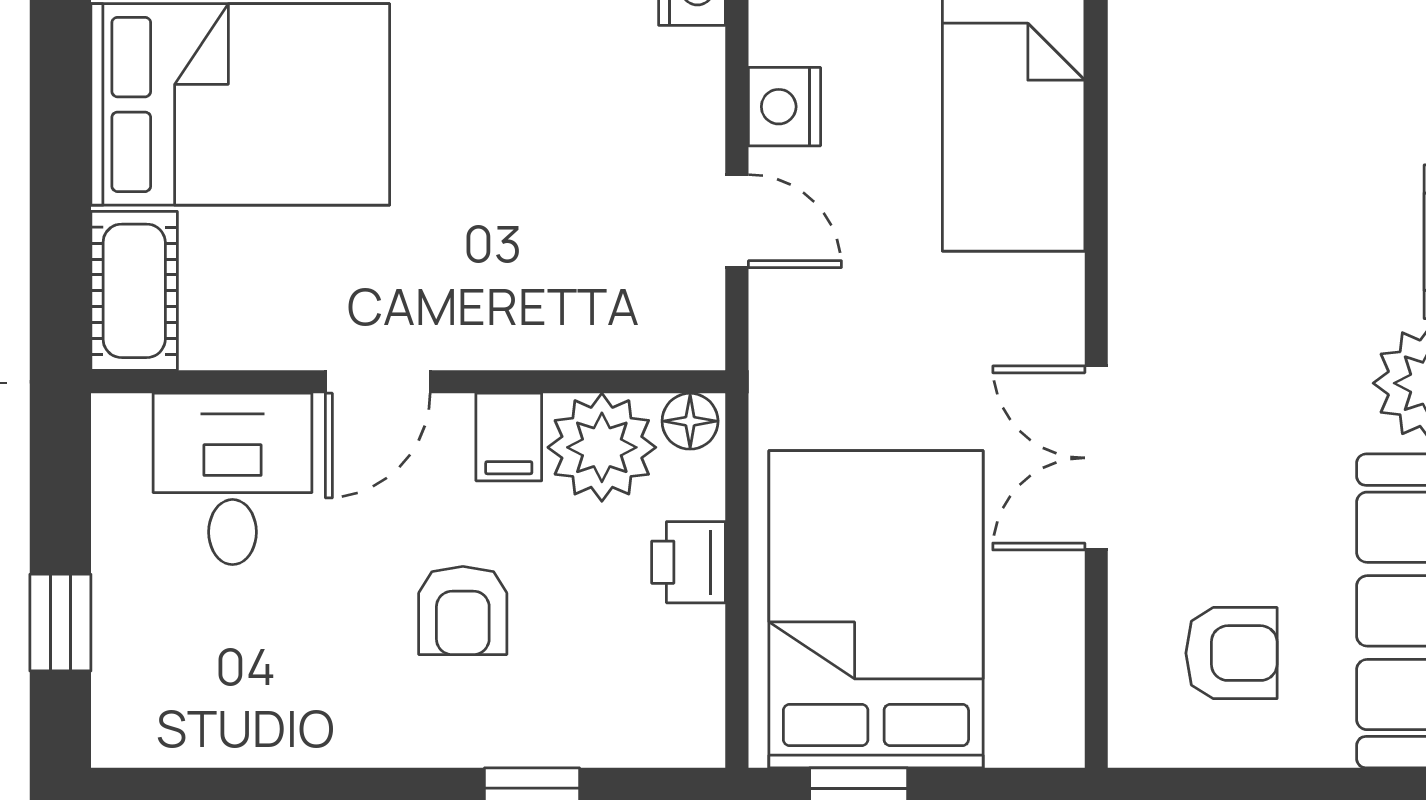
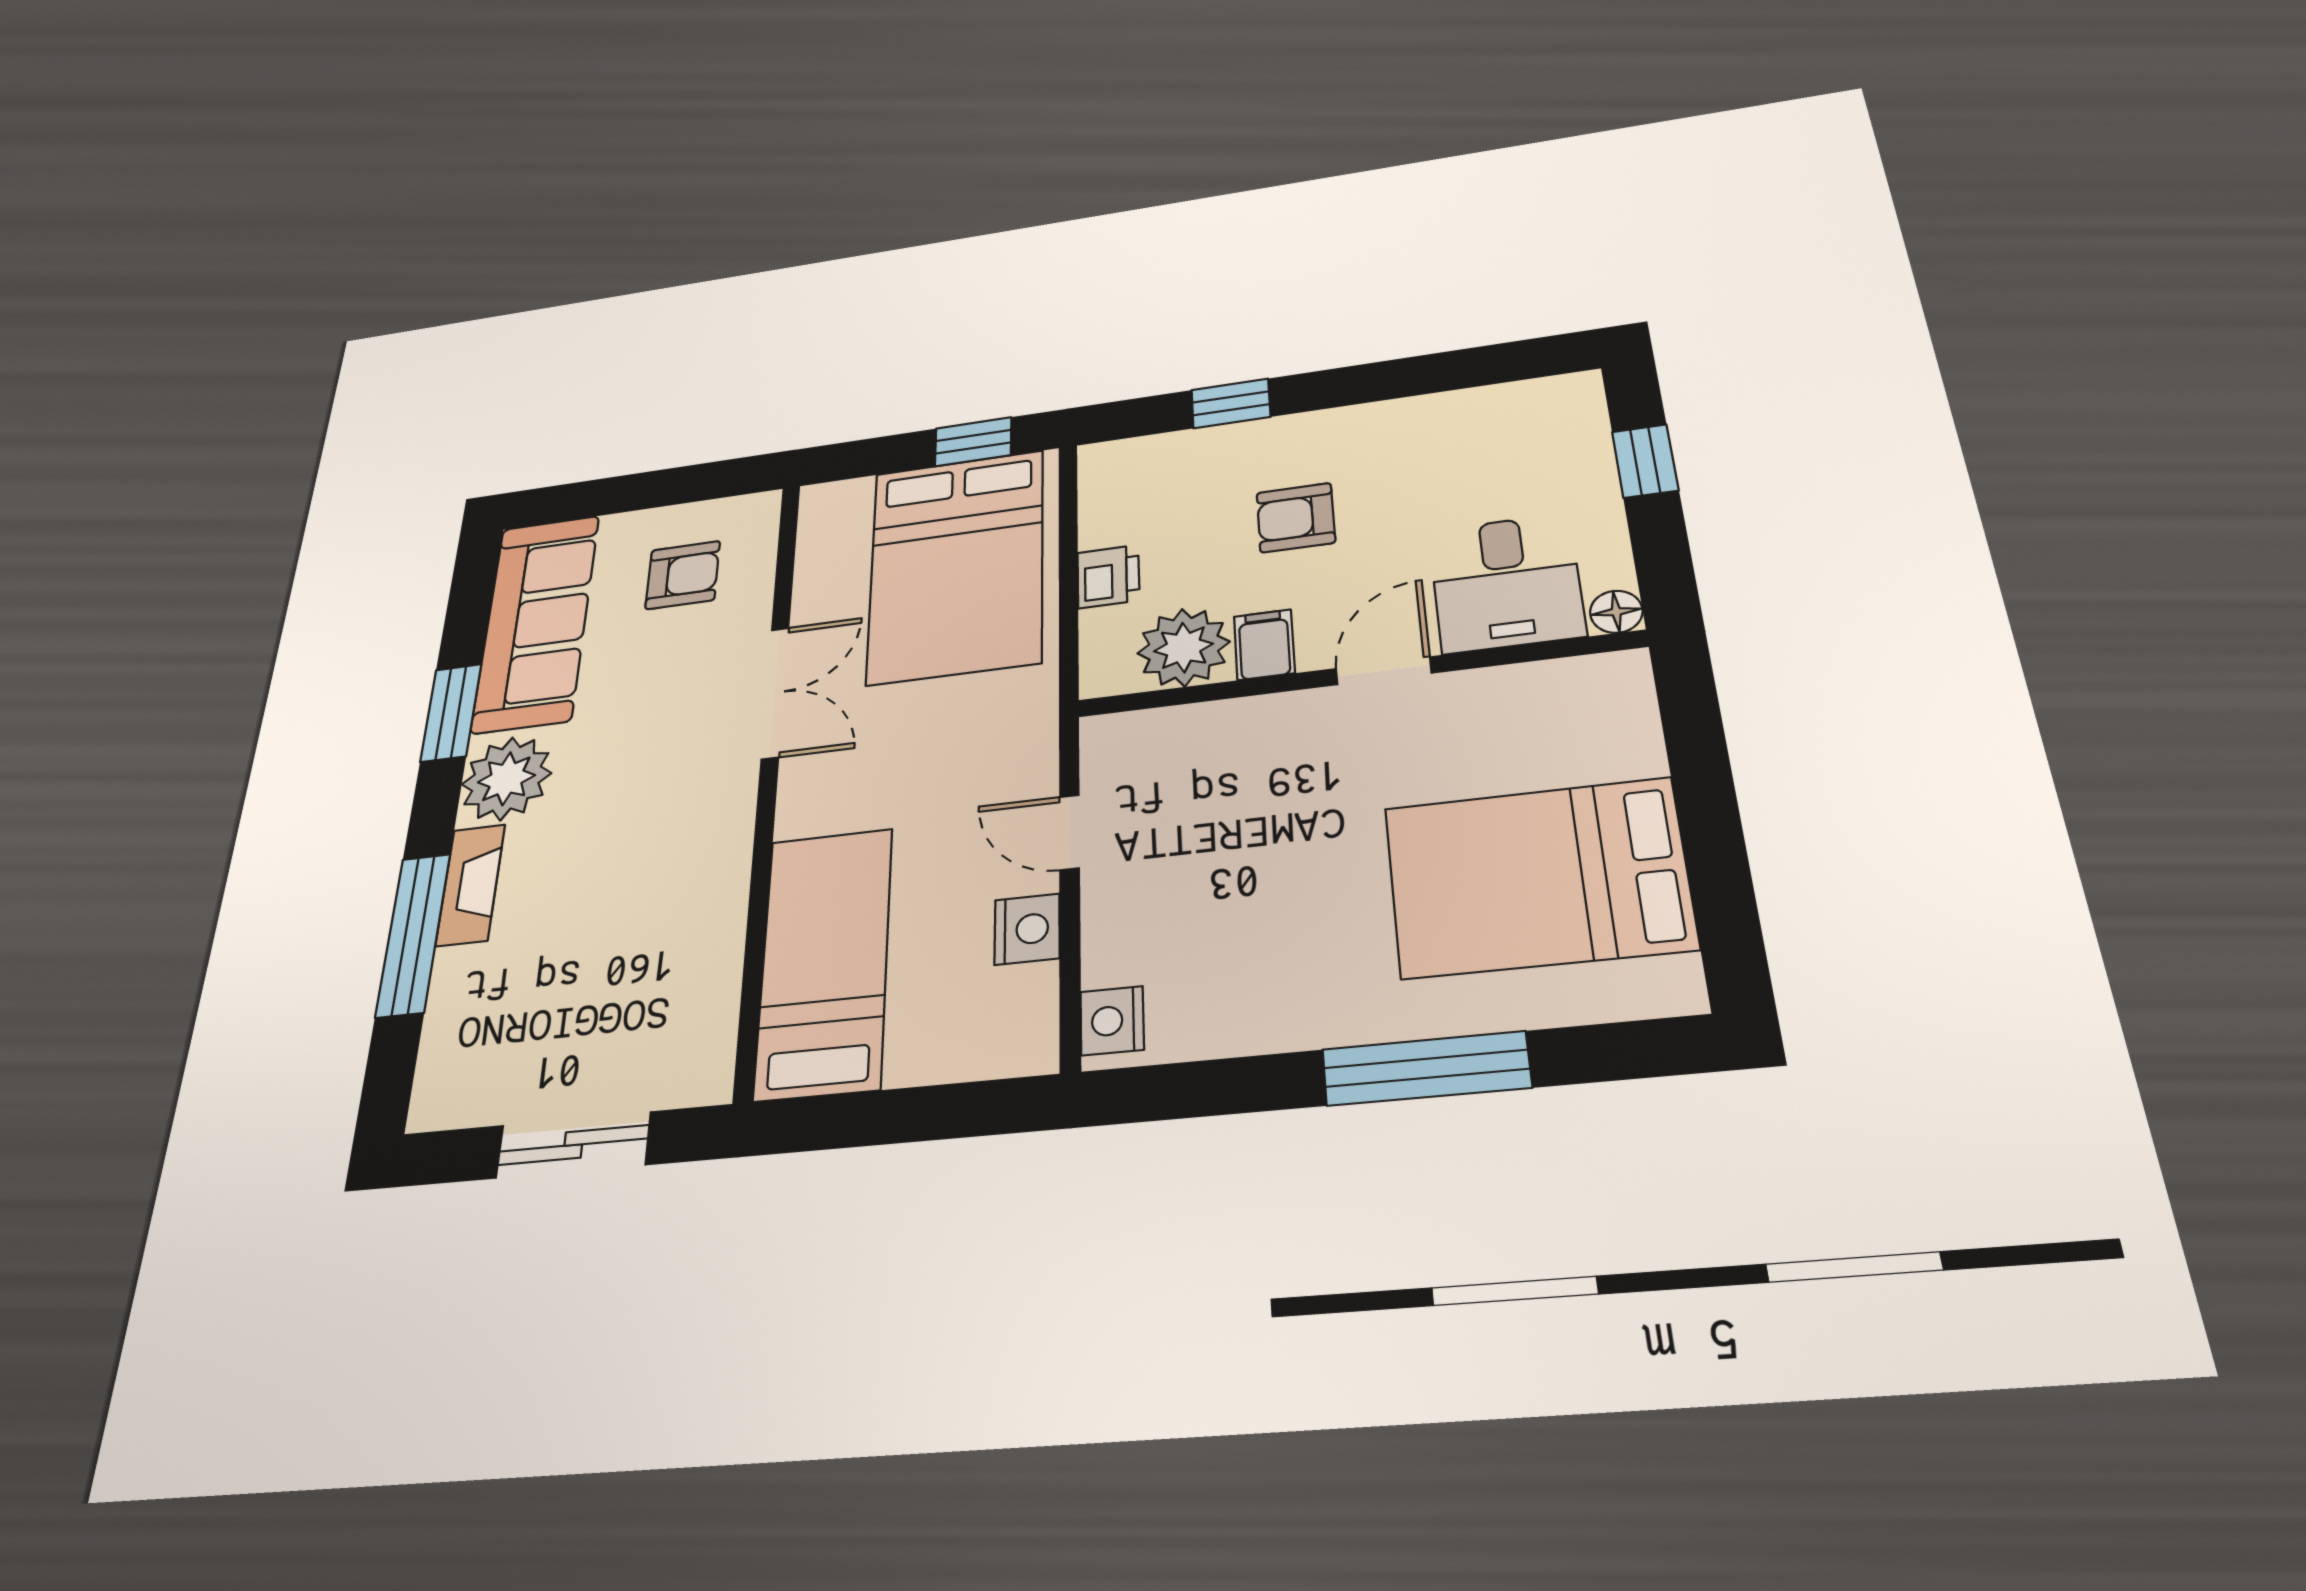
cot: (134, 291) -> (1618, 713), removed
floor lamp: (690, 421) -> (1616, 612), moved
armchair: (463, 611) -> (1296, 518), turned -90
armchair: (1231, 653) -> (683, 575), turned 180

